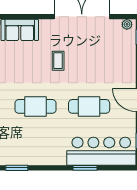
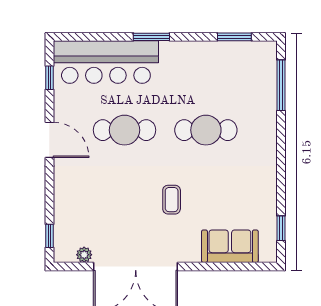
plant: (127, 24) -> (84, 255), moved
window: (85, 168) -> (151, 37), moved

